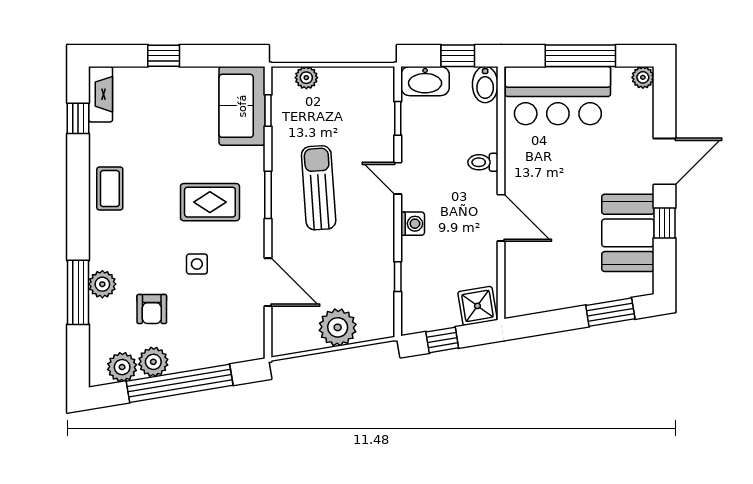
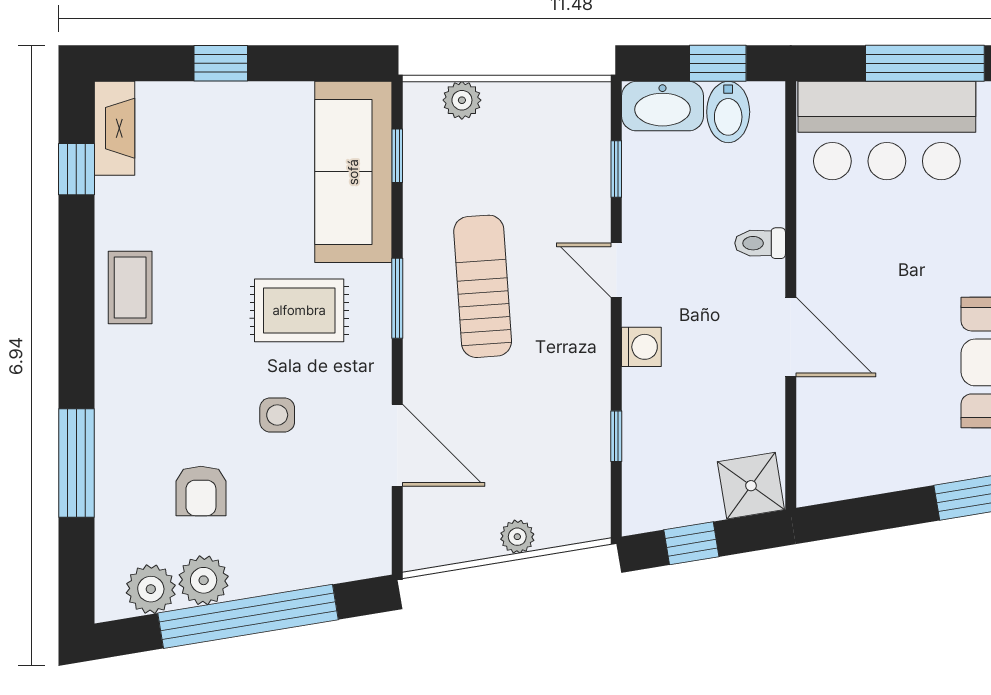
bidet: (485, 85) -> (728, 112), moved
sofa: (242, 106) -> (353, 172), width x1.36
plant: (102, 284) -> (117, 449), removed
plant: (338, 327) -> (517, 537), width x0.53, depth x0.53

